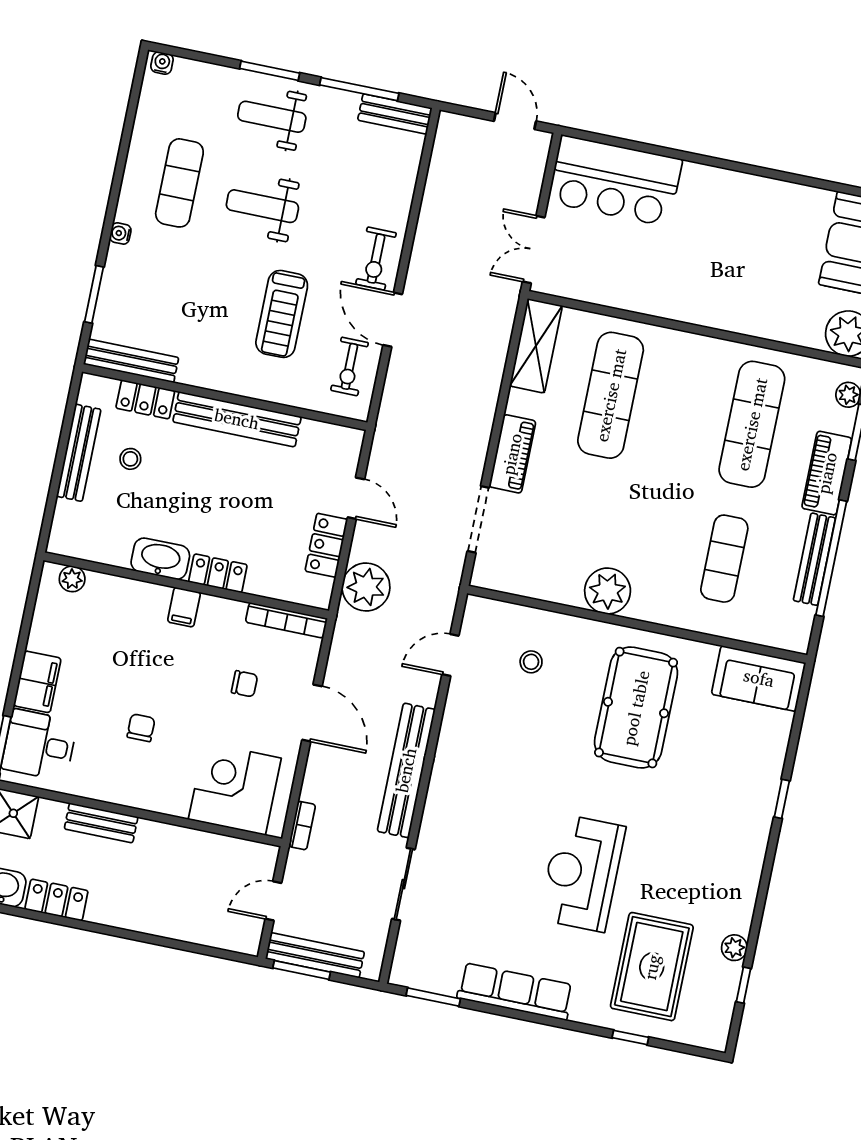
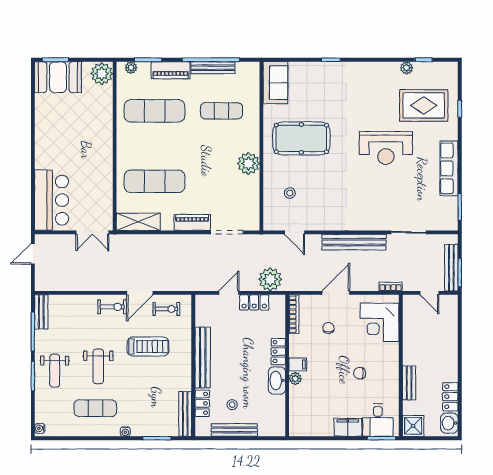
plant: (72, 579) -> (295, 378), moved

